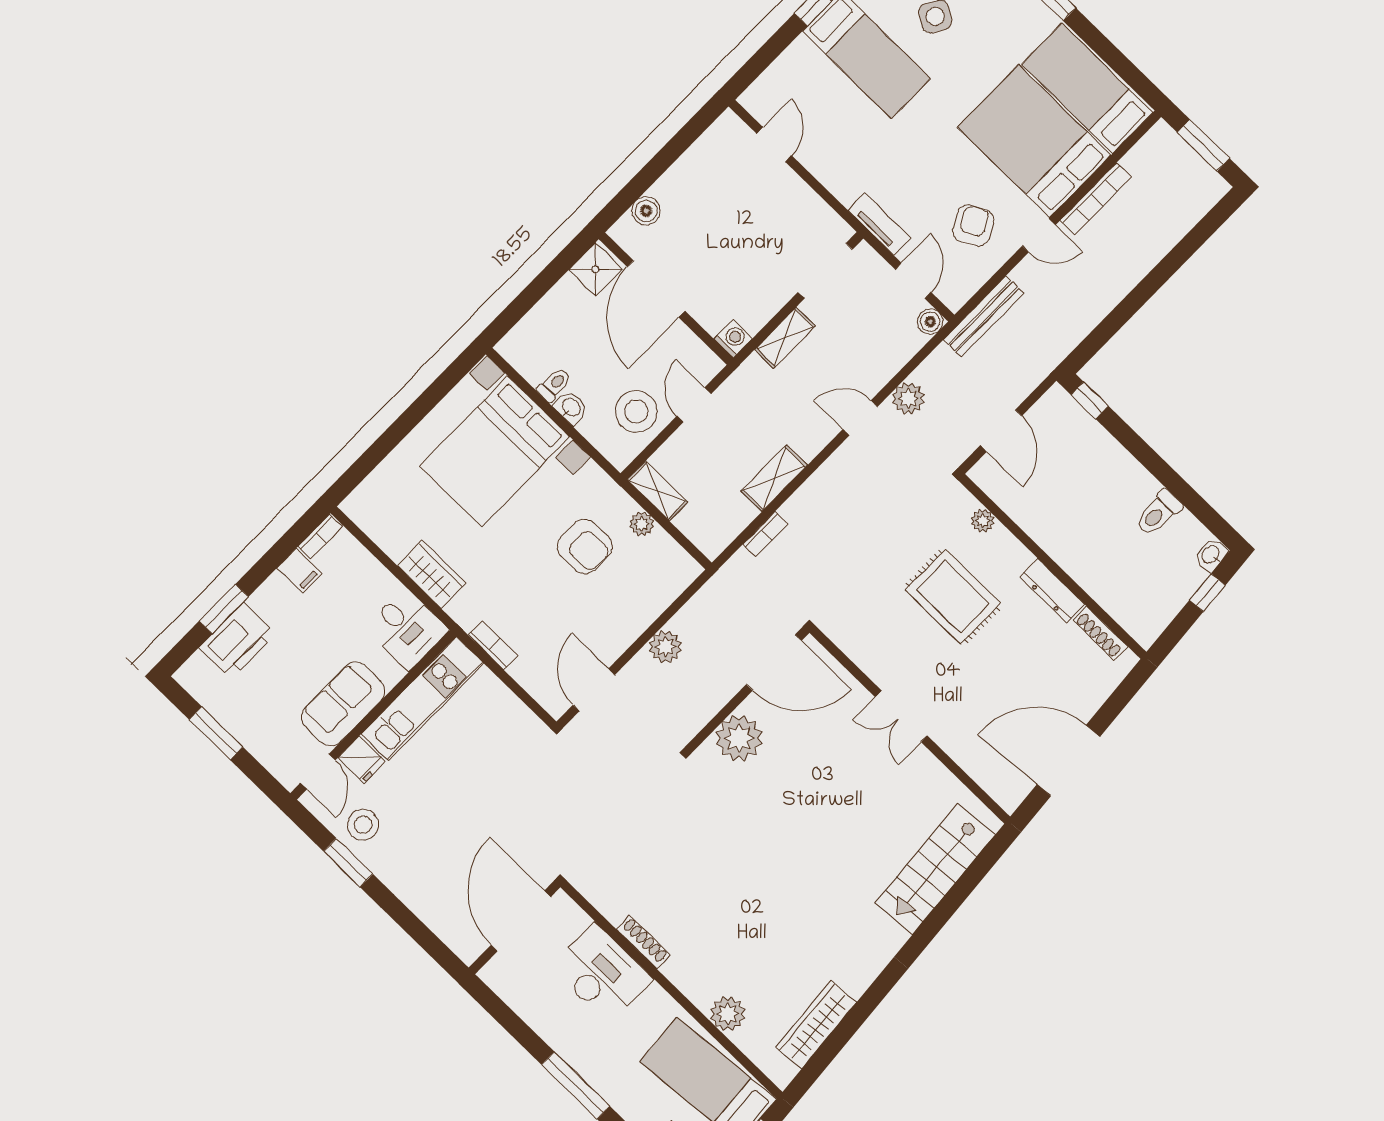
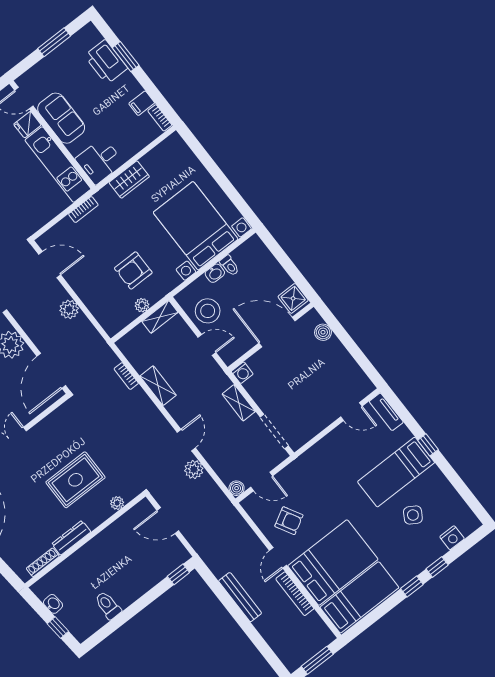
tv unit: (879, 224) -> (386, 412), moved, turned 90
bench: (984, 316) -> (240, 597), moved
washbasin: (1211, 555) -> (53, 604), moved

